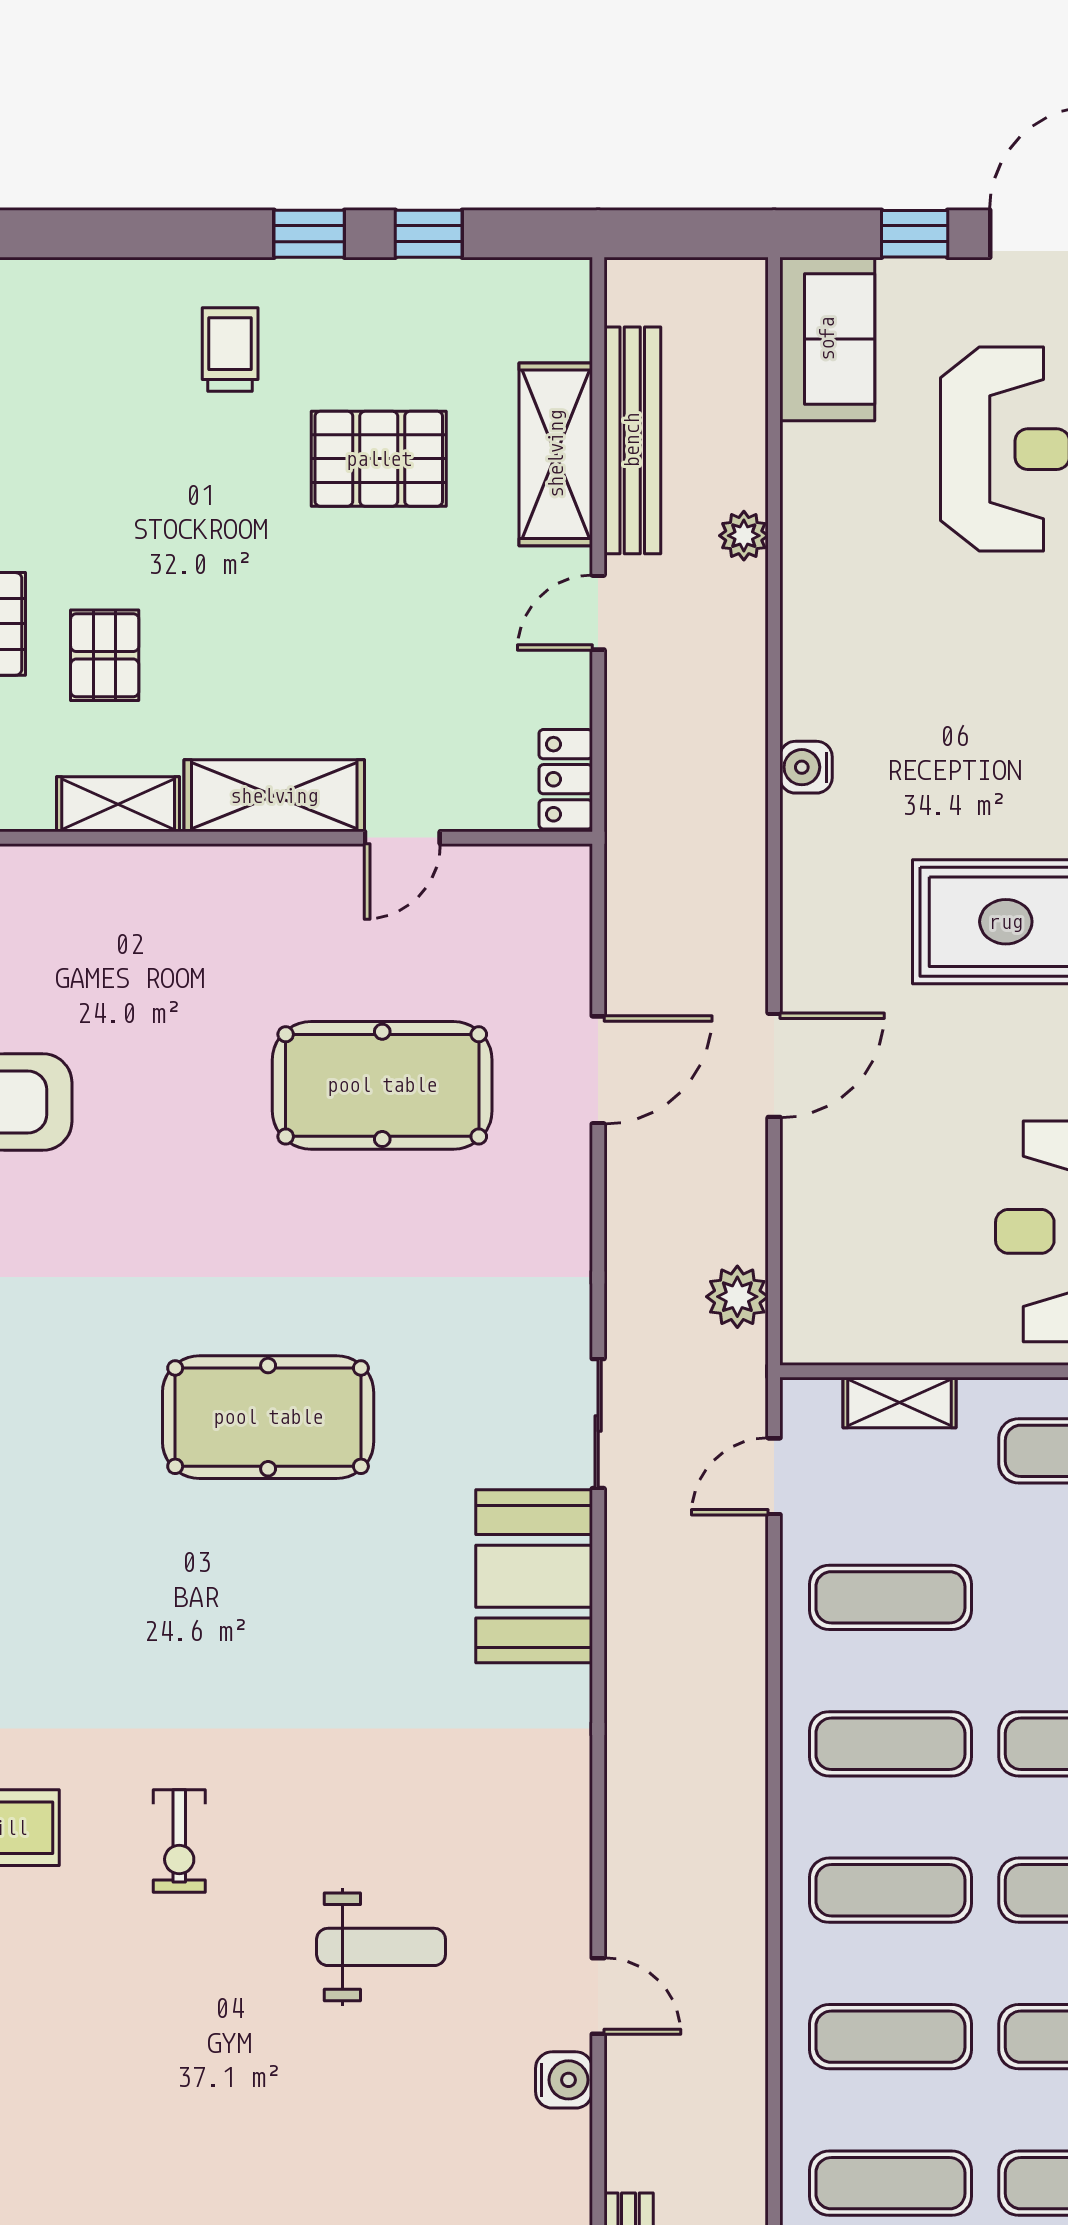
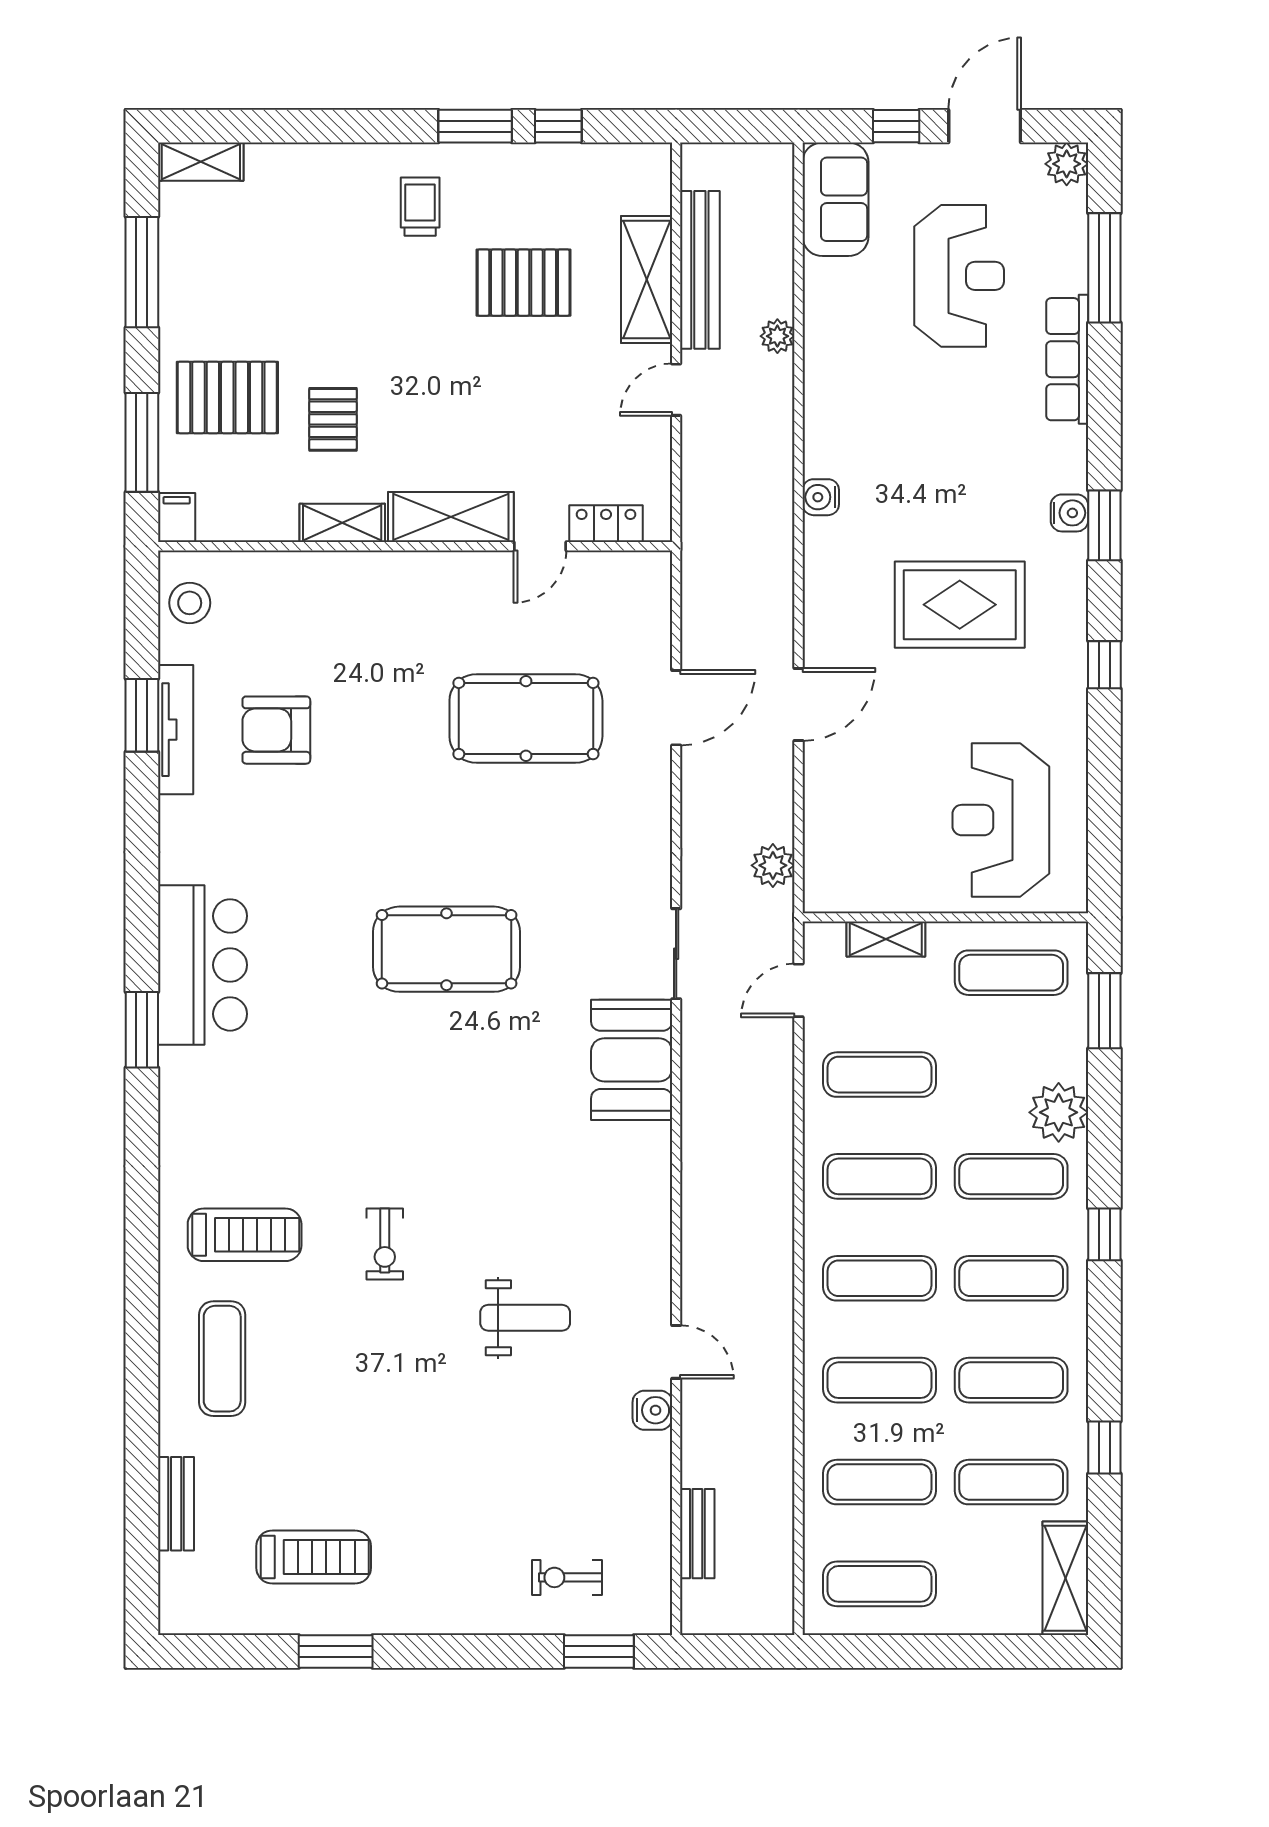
window: (309, 234) -> (475, 126), width x1.50
locker: (566, 779) -> (606, 524), moved, turned 90

